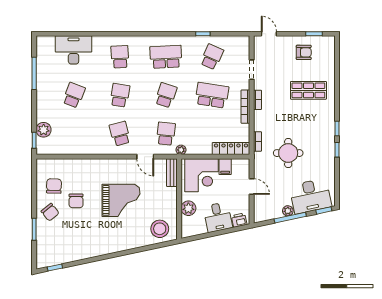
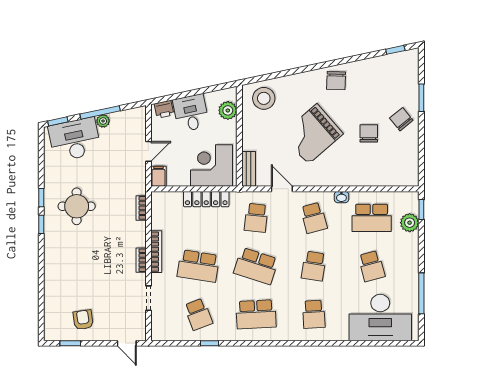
desk: (74, 50) -> (380, 318), width x1.36, depth x1.30
armchair: (304, 52) -> (83, 320), turned 82
school desk: (212, 57) -> (198, 314), turned -45
shop shelf: (308, 90) -> (77, 272), removed
school desk: (74, 95) -> (372, 266), turned -36
school desk: (166, 95) -> (256, 266), width x1.85
school desk: (74, 134) -> (372, 218), added
locker: (231, 149) -> (206, 199), moved
washbasin: (98, 150) -> (341, 197), added
plant: (181, 150) -> (237, 197), removed
round table: (288, 153) -> (77, 206), moved
filing cabinet: (225, 167) -> (158, 176), moved
chair: (54, 186) -> (336, 81), moved
door: (252, 187) -> (148, 151), swing flipped
grand piano: (121, 200) -> (312, 134), turned -41
plant: (188, 208) -> (228, 110), moved

